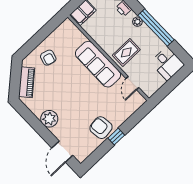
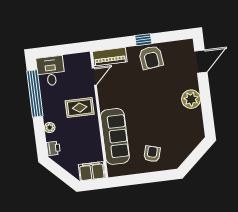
window: (156, 27) -> (35, 94), moved
sofa: (98, 64) -> (115, 136), moved
piano: (27, 82) -> (110, 57), moved, turned -139

